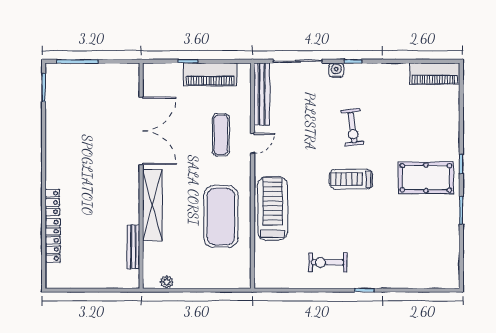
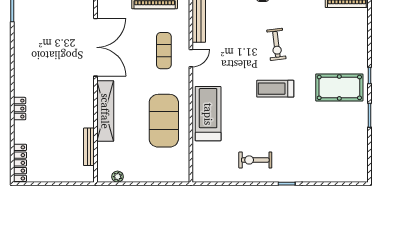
locker: (53, 240) -> (20, 163), moved

